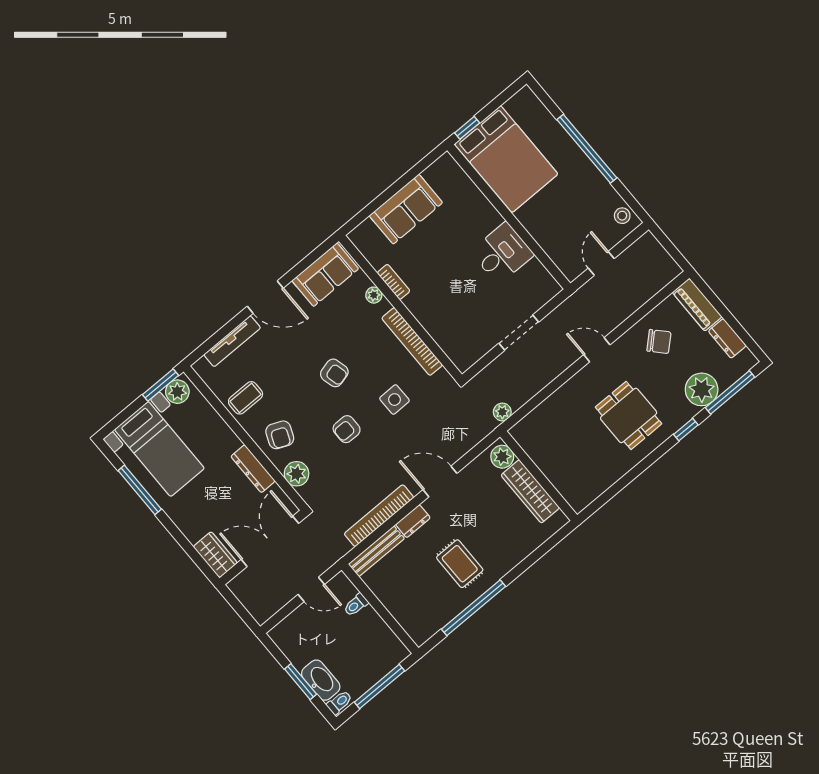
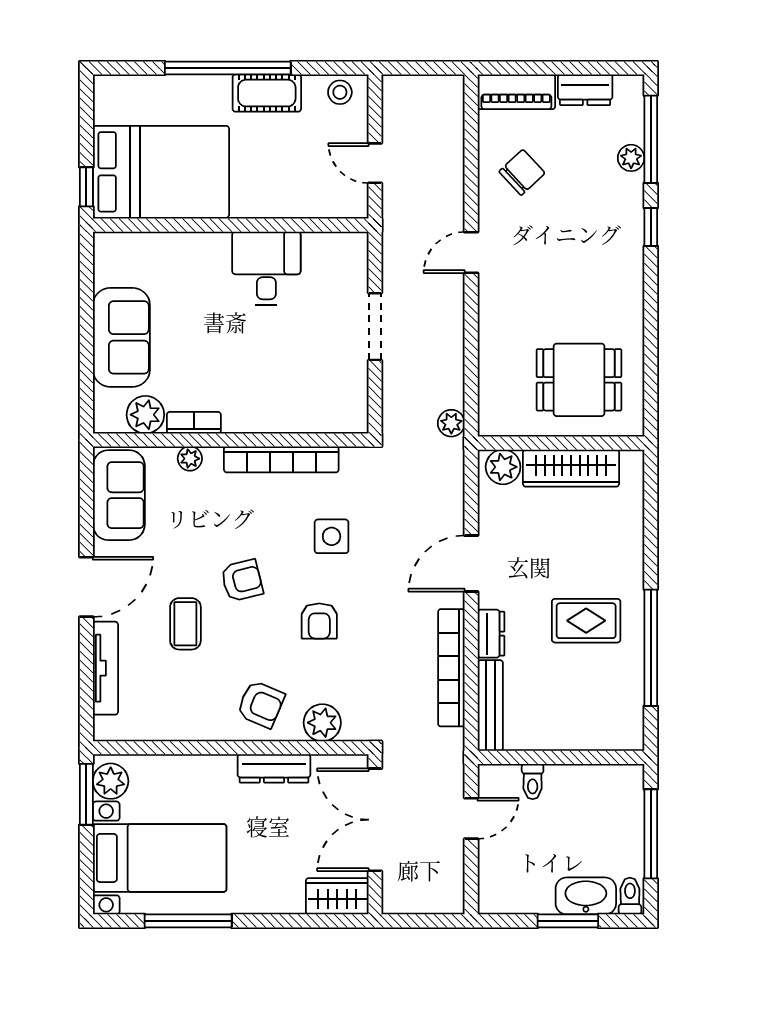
cot: (591, 179) -> (267, 93), added
plant: (377, 254) -> (145, 415), added
plant: (702, 389) -> (631, 158), width x0.53, depth x0.53
coffee table: (246, 398) -> (185, 624), moved
dining table: (629, 415) -> (579, 380), moved

